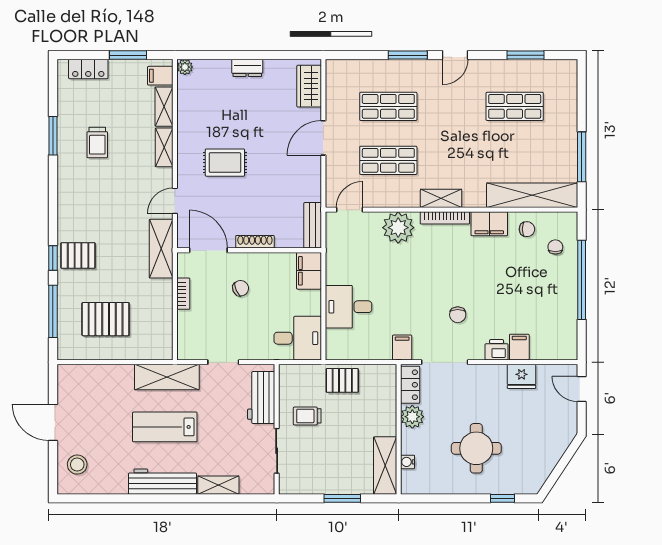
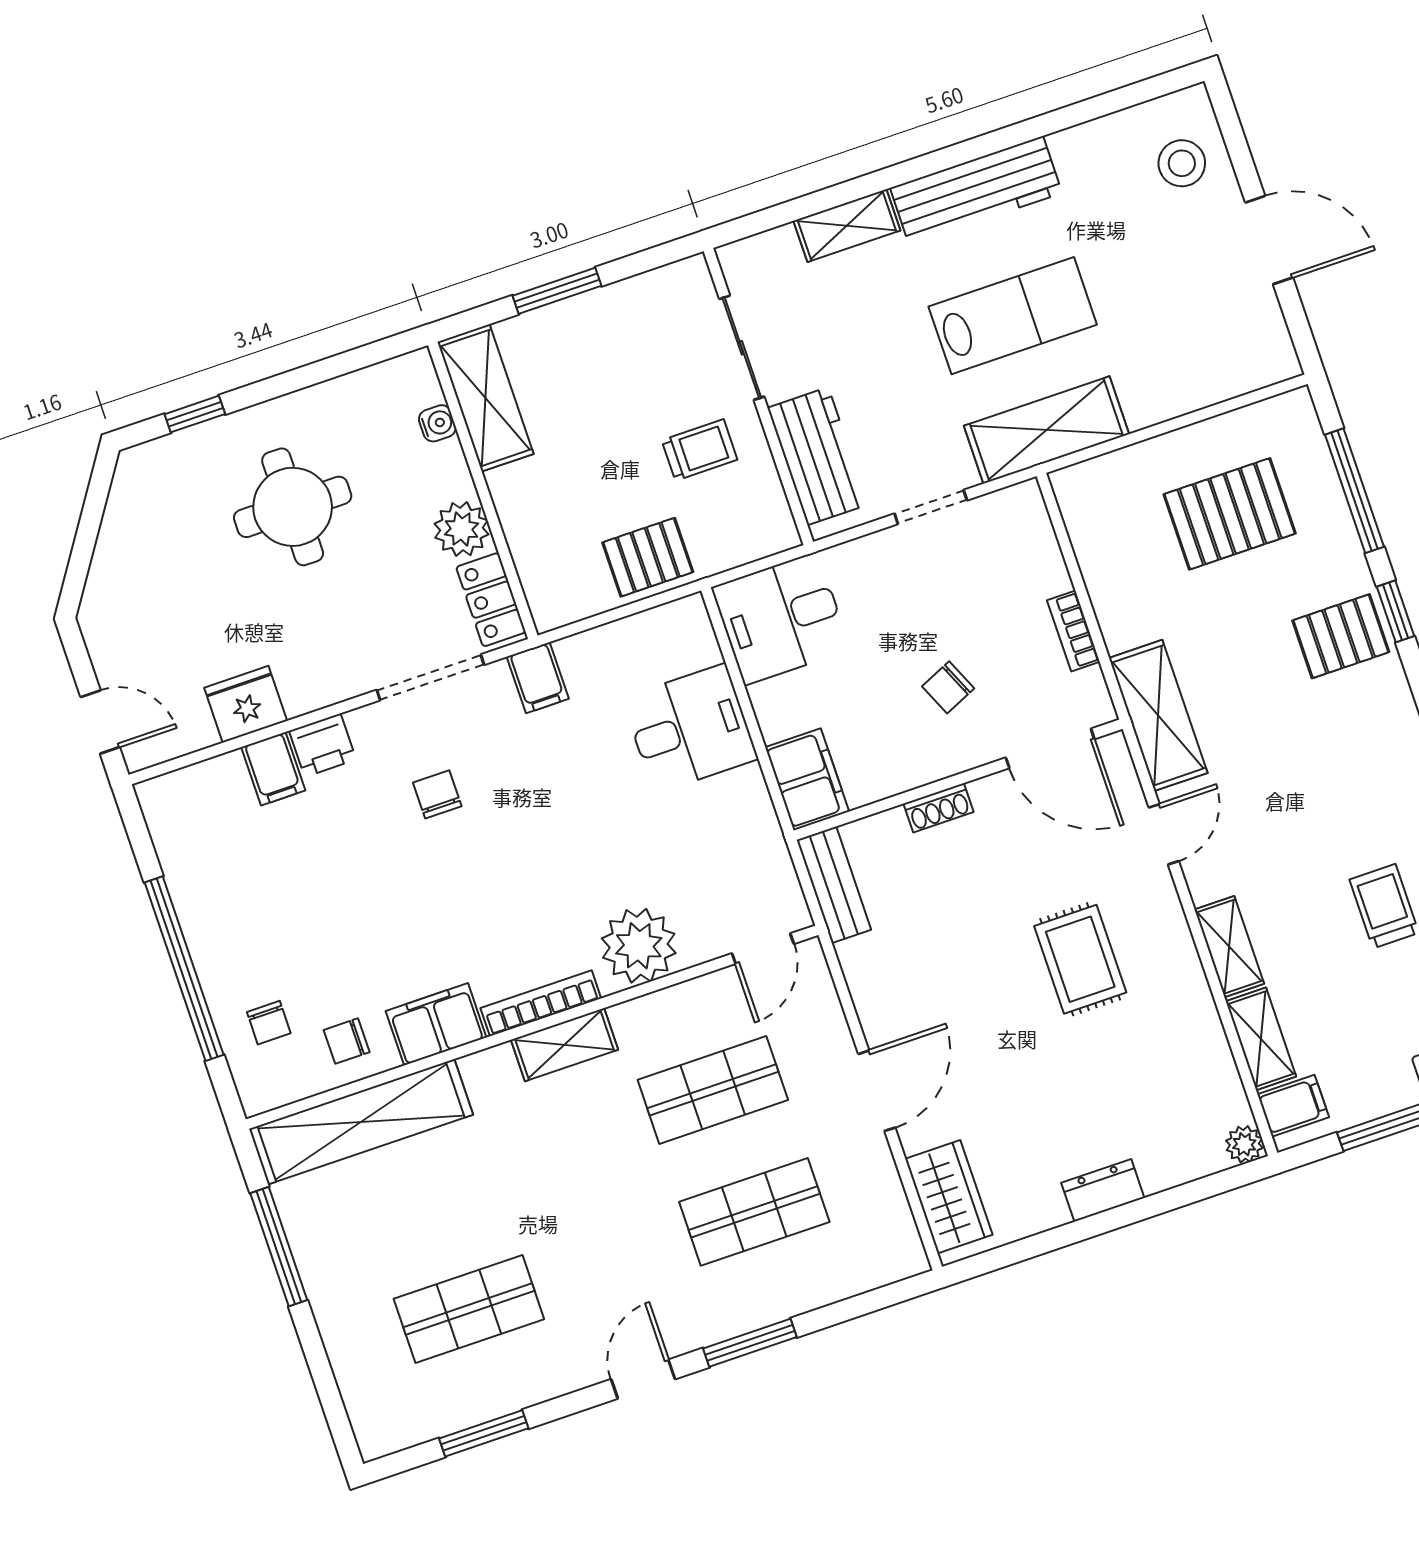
rug: (225, 163) -> (1080, 959), turned 90
shoe rack: (255, 242) -> (939, 808), width x0.70

